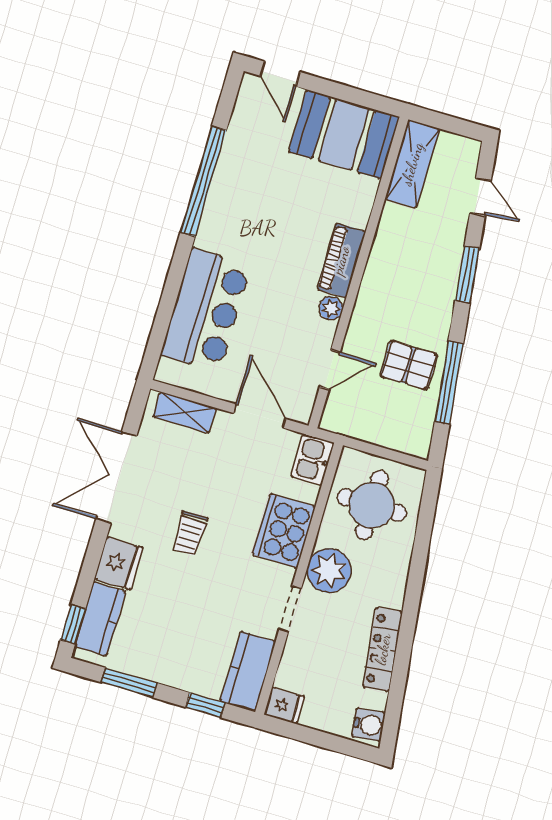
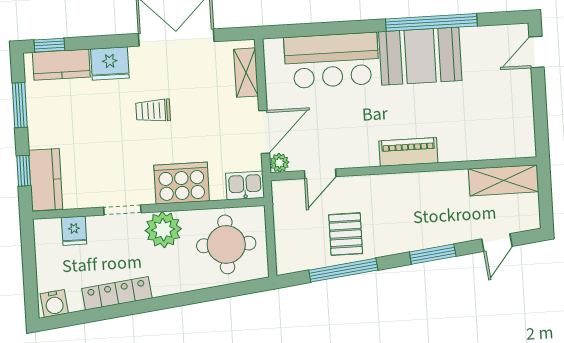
booth: (344, 134) -> (420, 56), moved, turned 90
plant: (331, 308) -> (279, 163), moved
door: (330, 369) -> (320, 174), hinge flipped
kitchen counter: (248, 672) -> (46, 180), moved, turned 90
fridge: (284, 706) -> (74, 231), moved

